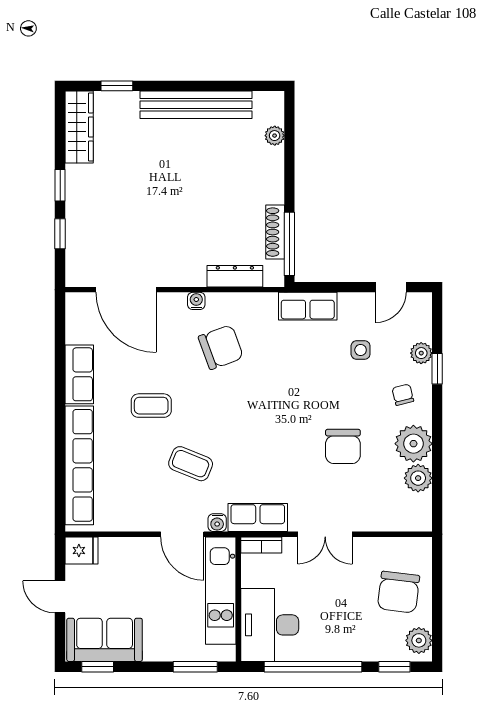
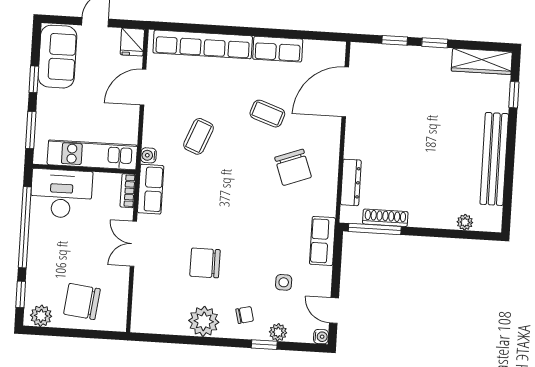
water cooler: (196, 301) -> (321, 337), moved
coffee table: (151, 406) -> (267, 114), moved, turned -71
plant: (418, 478) -> (175, 323), removed
door: (182, 534) -> (143, 87), moved
window: (98, 667) -> (34, 79), moved

